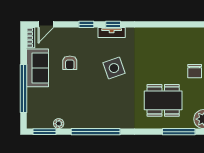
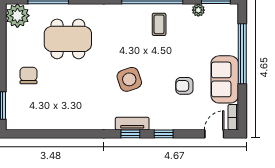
armchair: (70, 63) -> (184, 86), turned -90
coffee table: (90, 112) -> (159, 24), added

